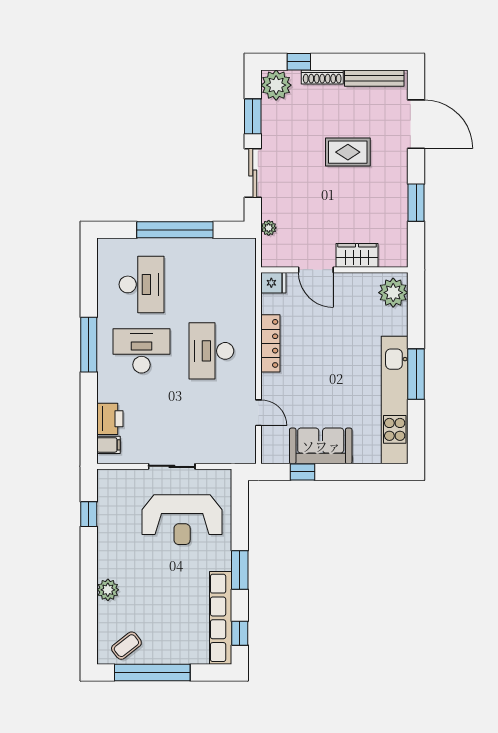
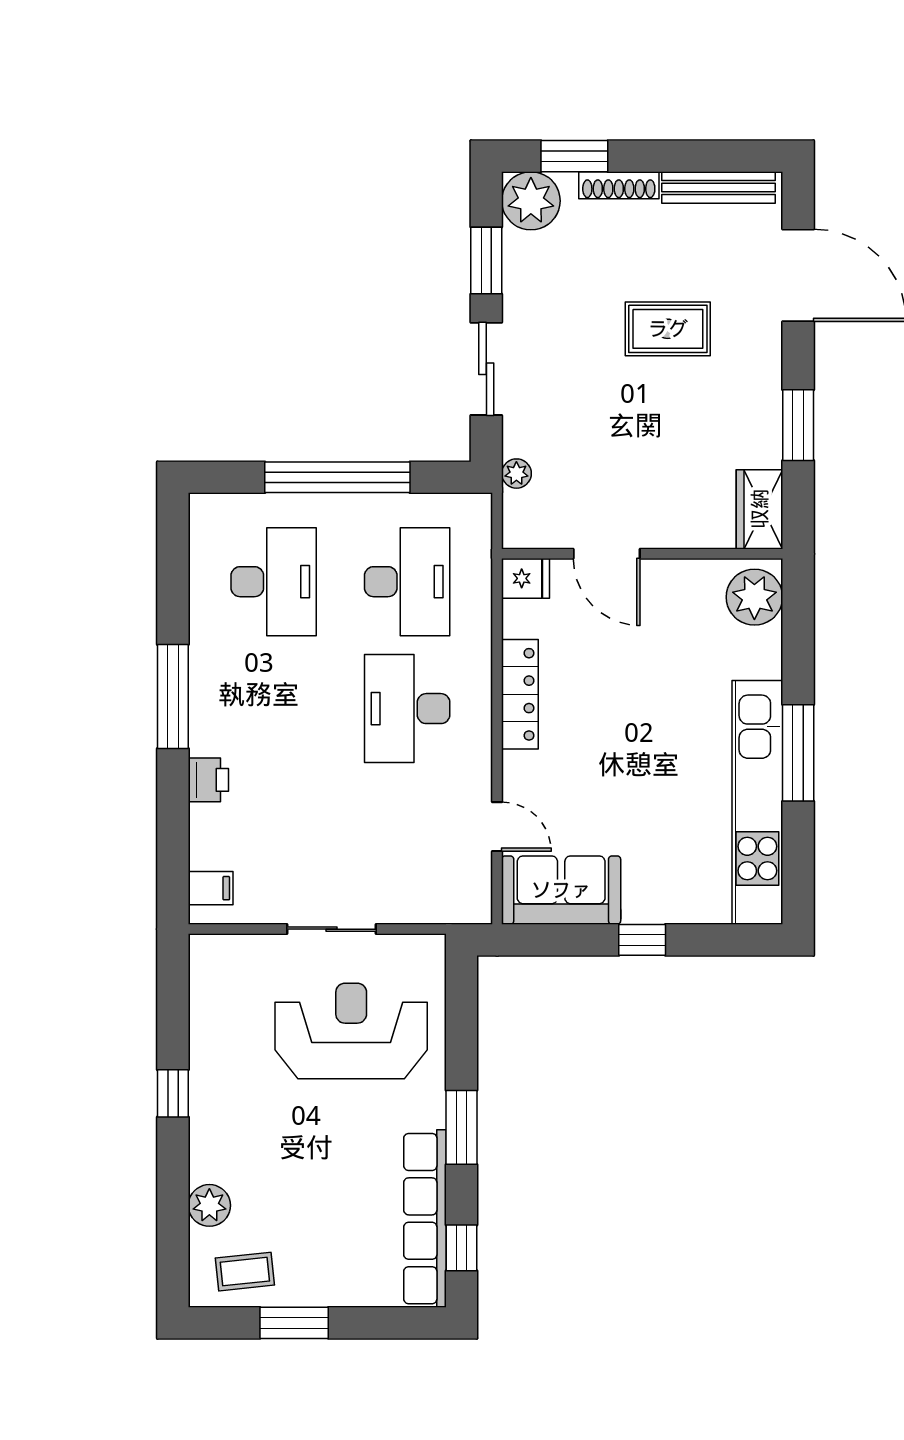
window: (299, 62) -> (574, 156), width x1.50
wardrobe: (357, 255) -> (760, 509), moved, turned -90
desk: (142, 351) -> (407, 582), moved, turned 90
printer: (110, 419) -> (208, 780), moved, width x0.73, depth x0.81
sofa: (321, 446) -> (561, 890), moved
window: (302, 472) -> (642, 940), moved
window: (89, 514) -> (173, 1093), moved
reception desk: (182, 520) -> (351, 1031), turned 180
plant: (108, 590) -> (209, 1205), moved
coffee table: (126, 646) -> (245, 1272), turned 32
window: (152, 672) -> (294, 1323), width x0.47

